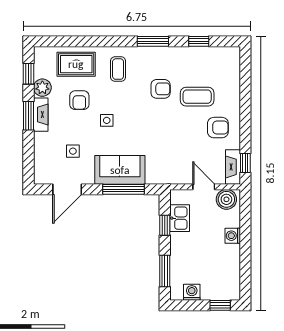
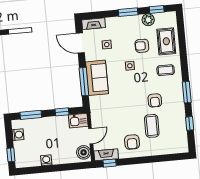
fireplace: (41, 115) -> (94, 24), moved
kitchen sink: (180, 218) -> (78, 121), moved
washing machine: (233, 236) -> (46, 160), moved

